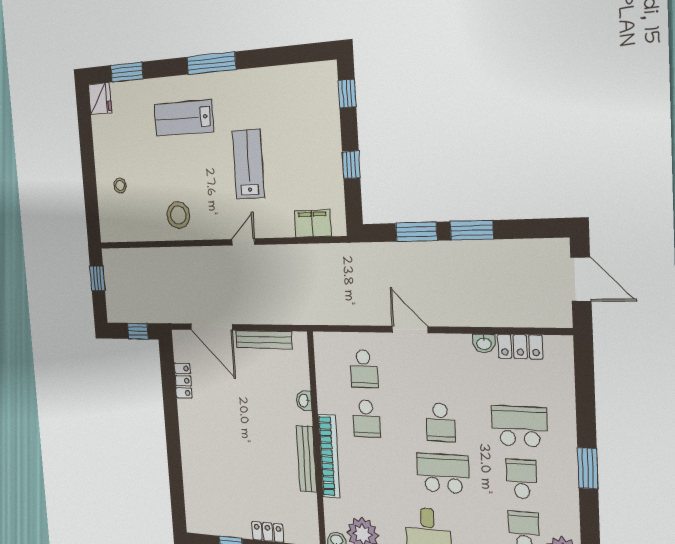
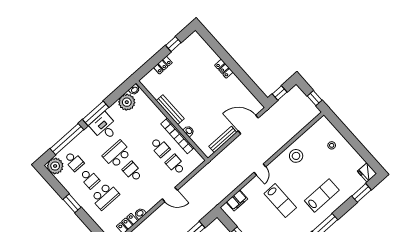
locker: (183, 381) -> (224, 69), moved
school desk: (366, 419) -> (160, 147), turned 180
bookcase: (329, 456) -> (177, 136), moved
school desk: (443, 473) -> (117, 154), turned 180

